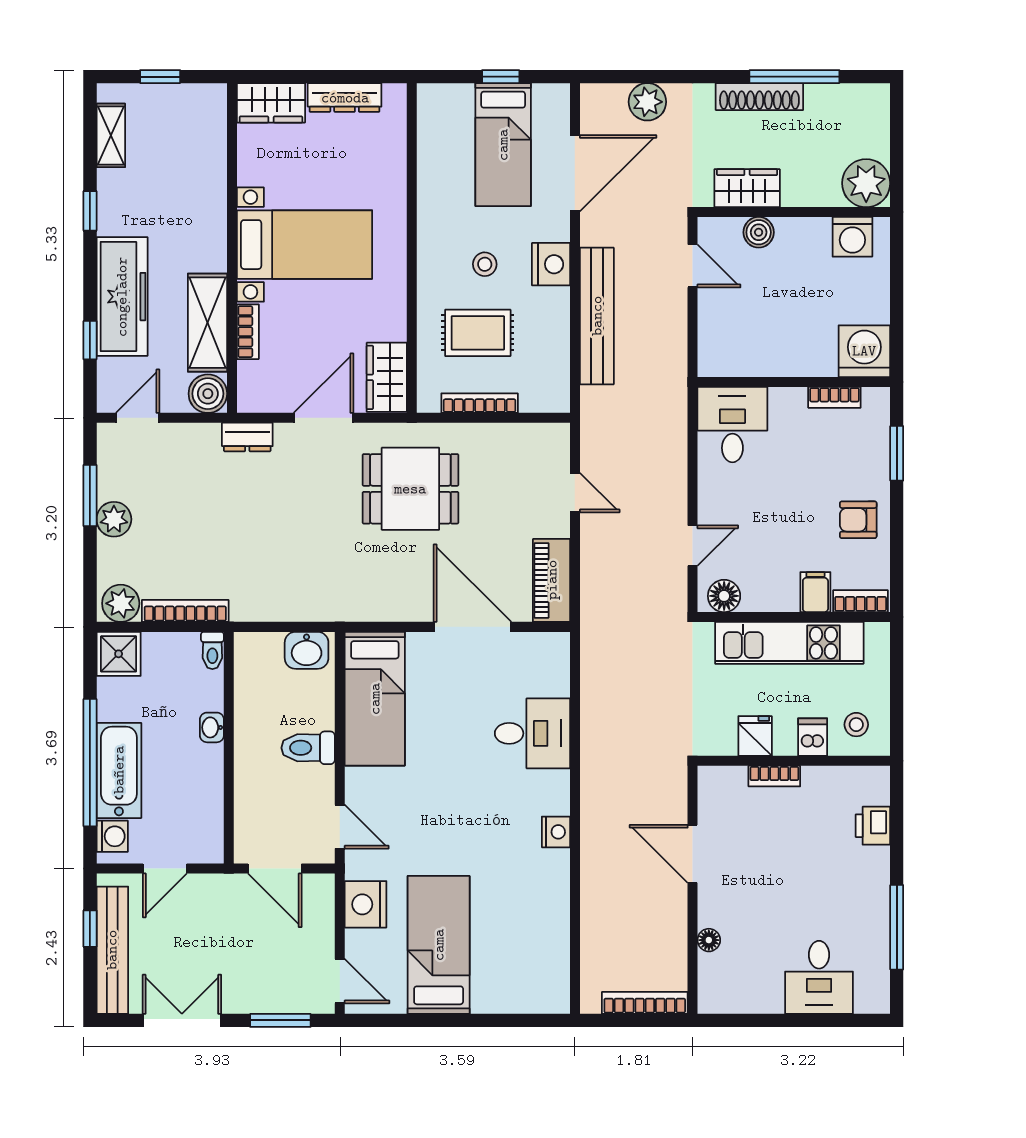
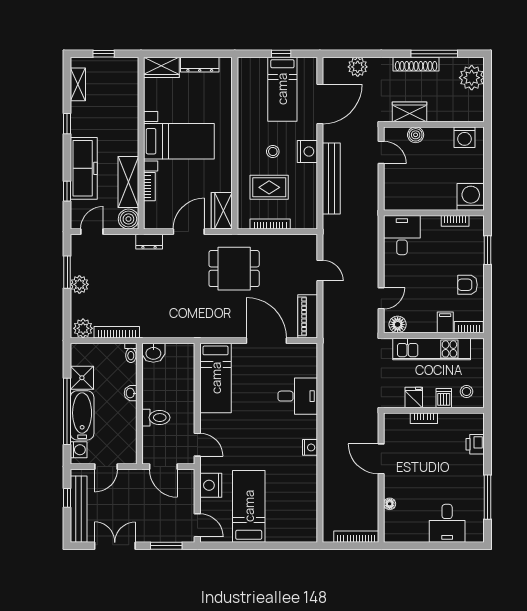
plant: (866, 183) -> (472, 78), moved
washbasin: (307, 650) -> (153, 353), moved
shower: (119, 654) -> (82, 378), moved
toilet: (308, 748) -> (156, 418), moved, turned 180

